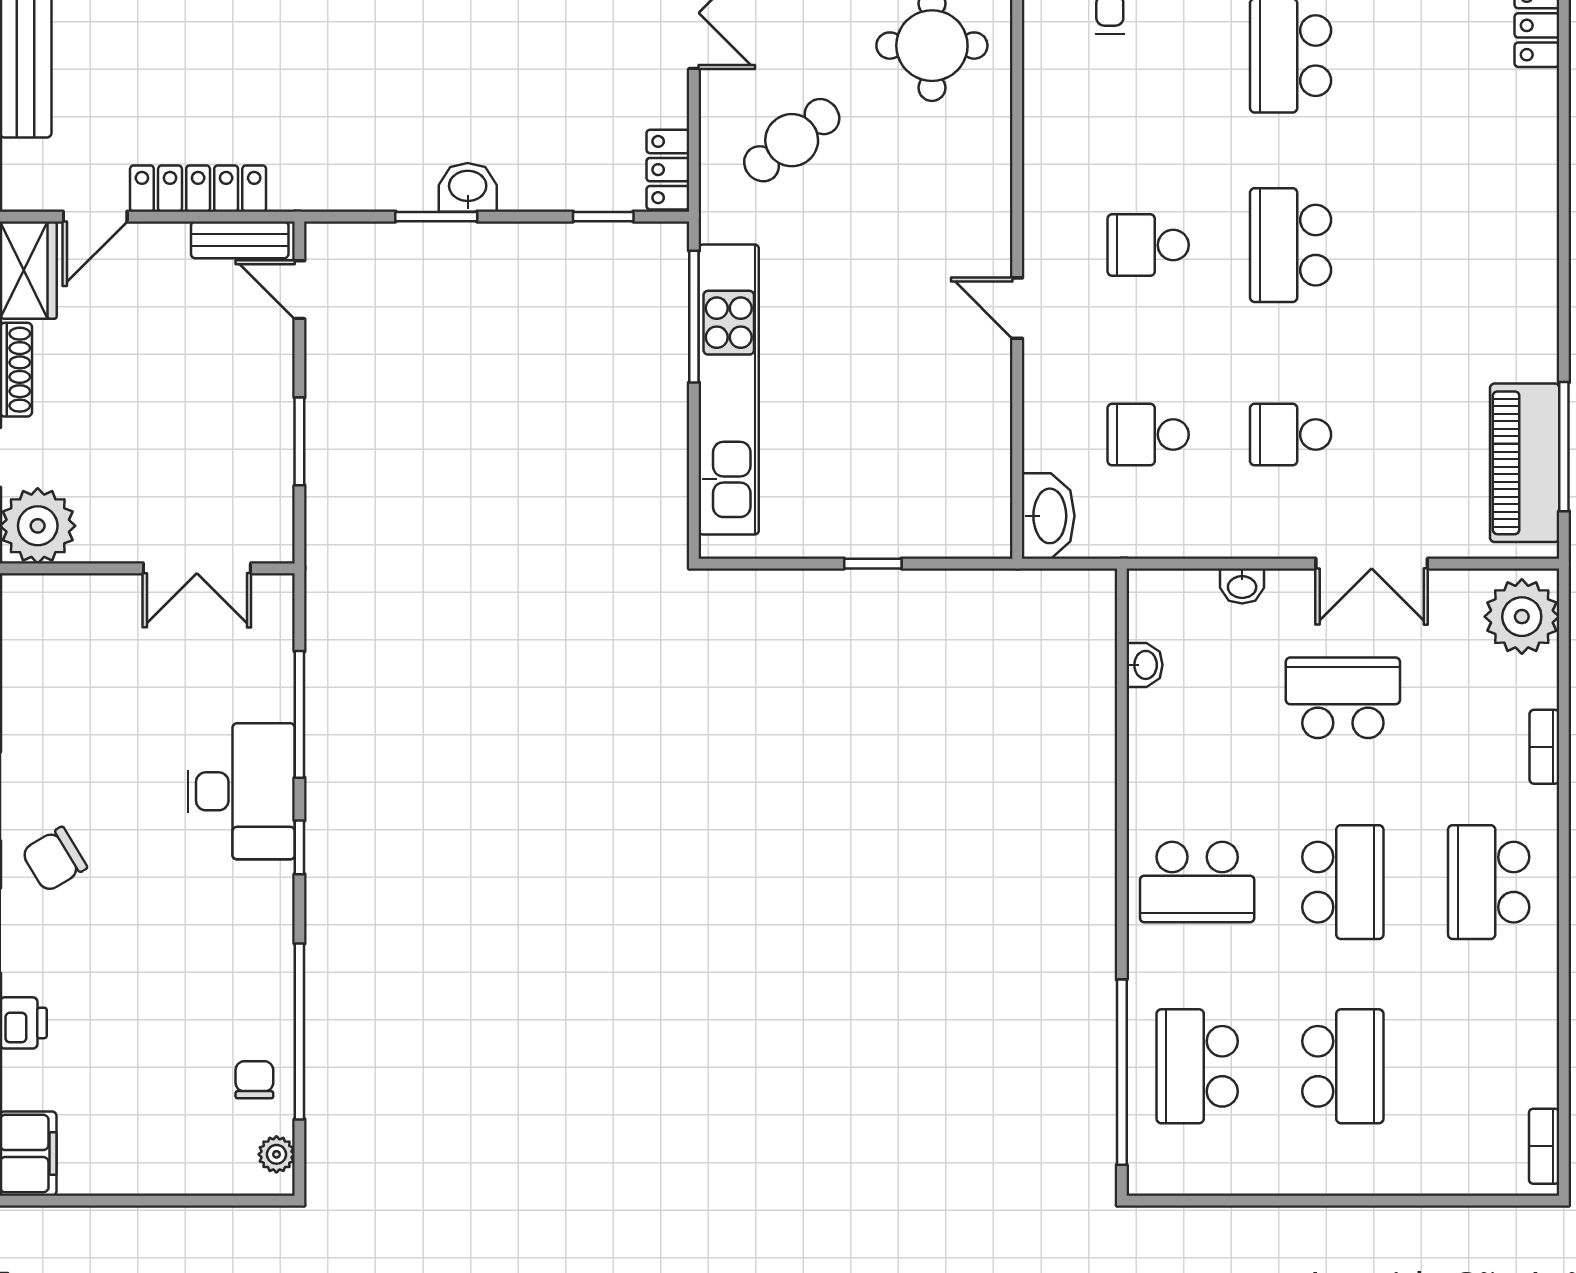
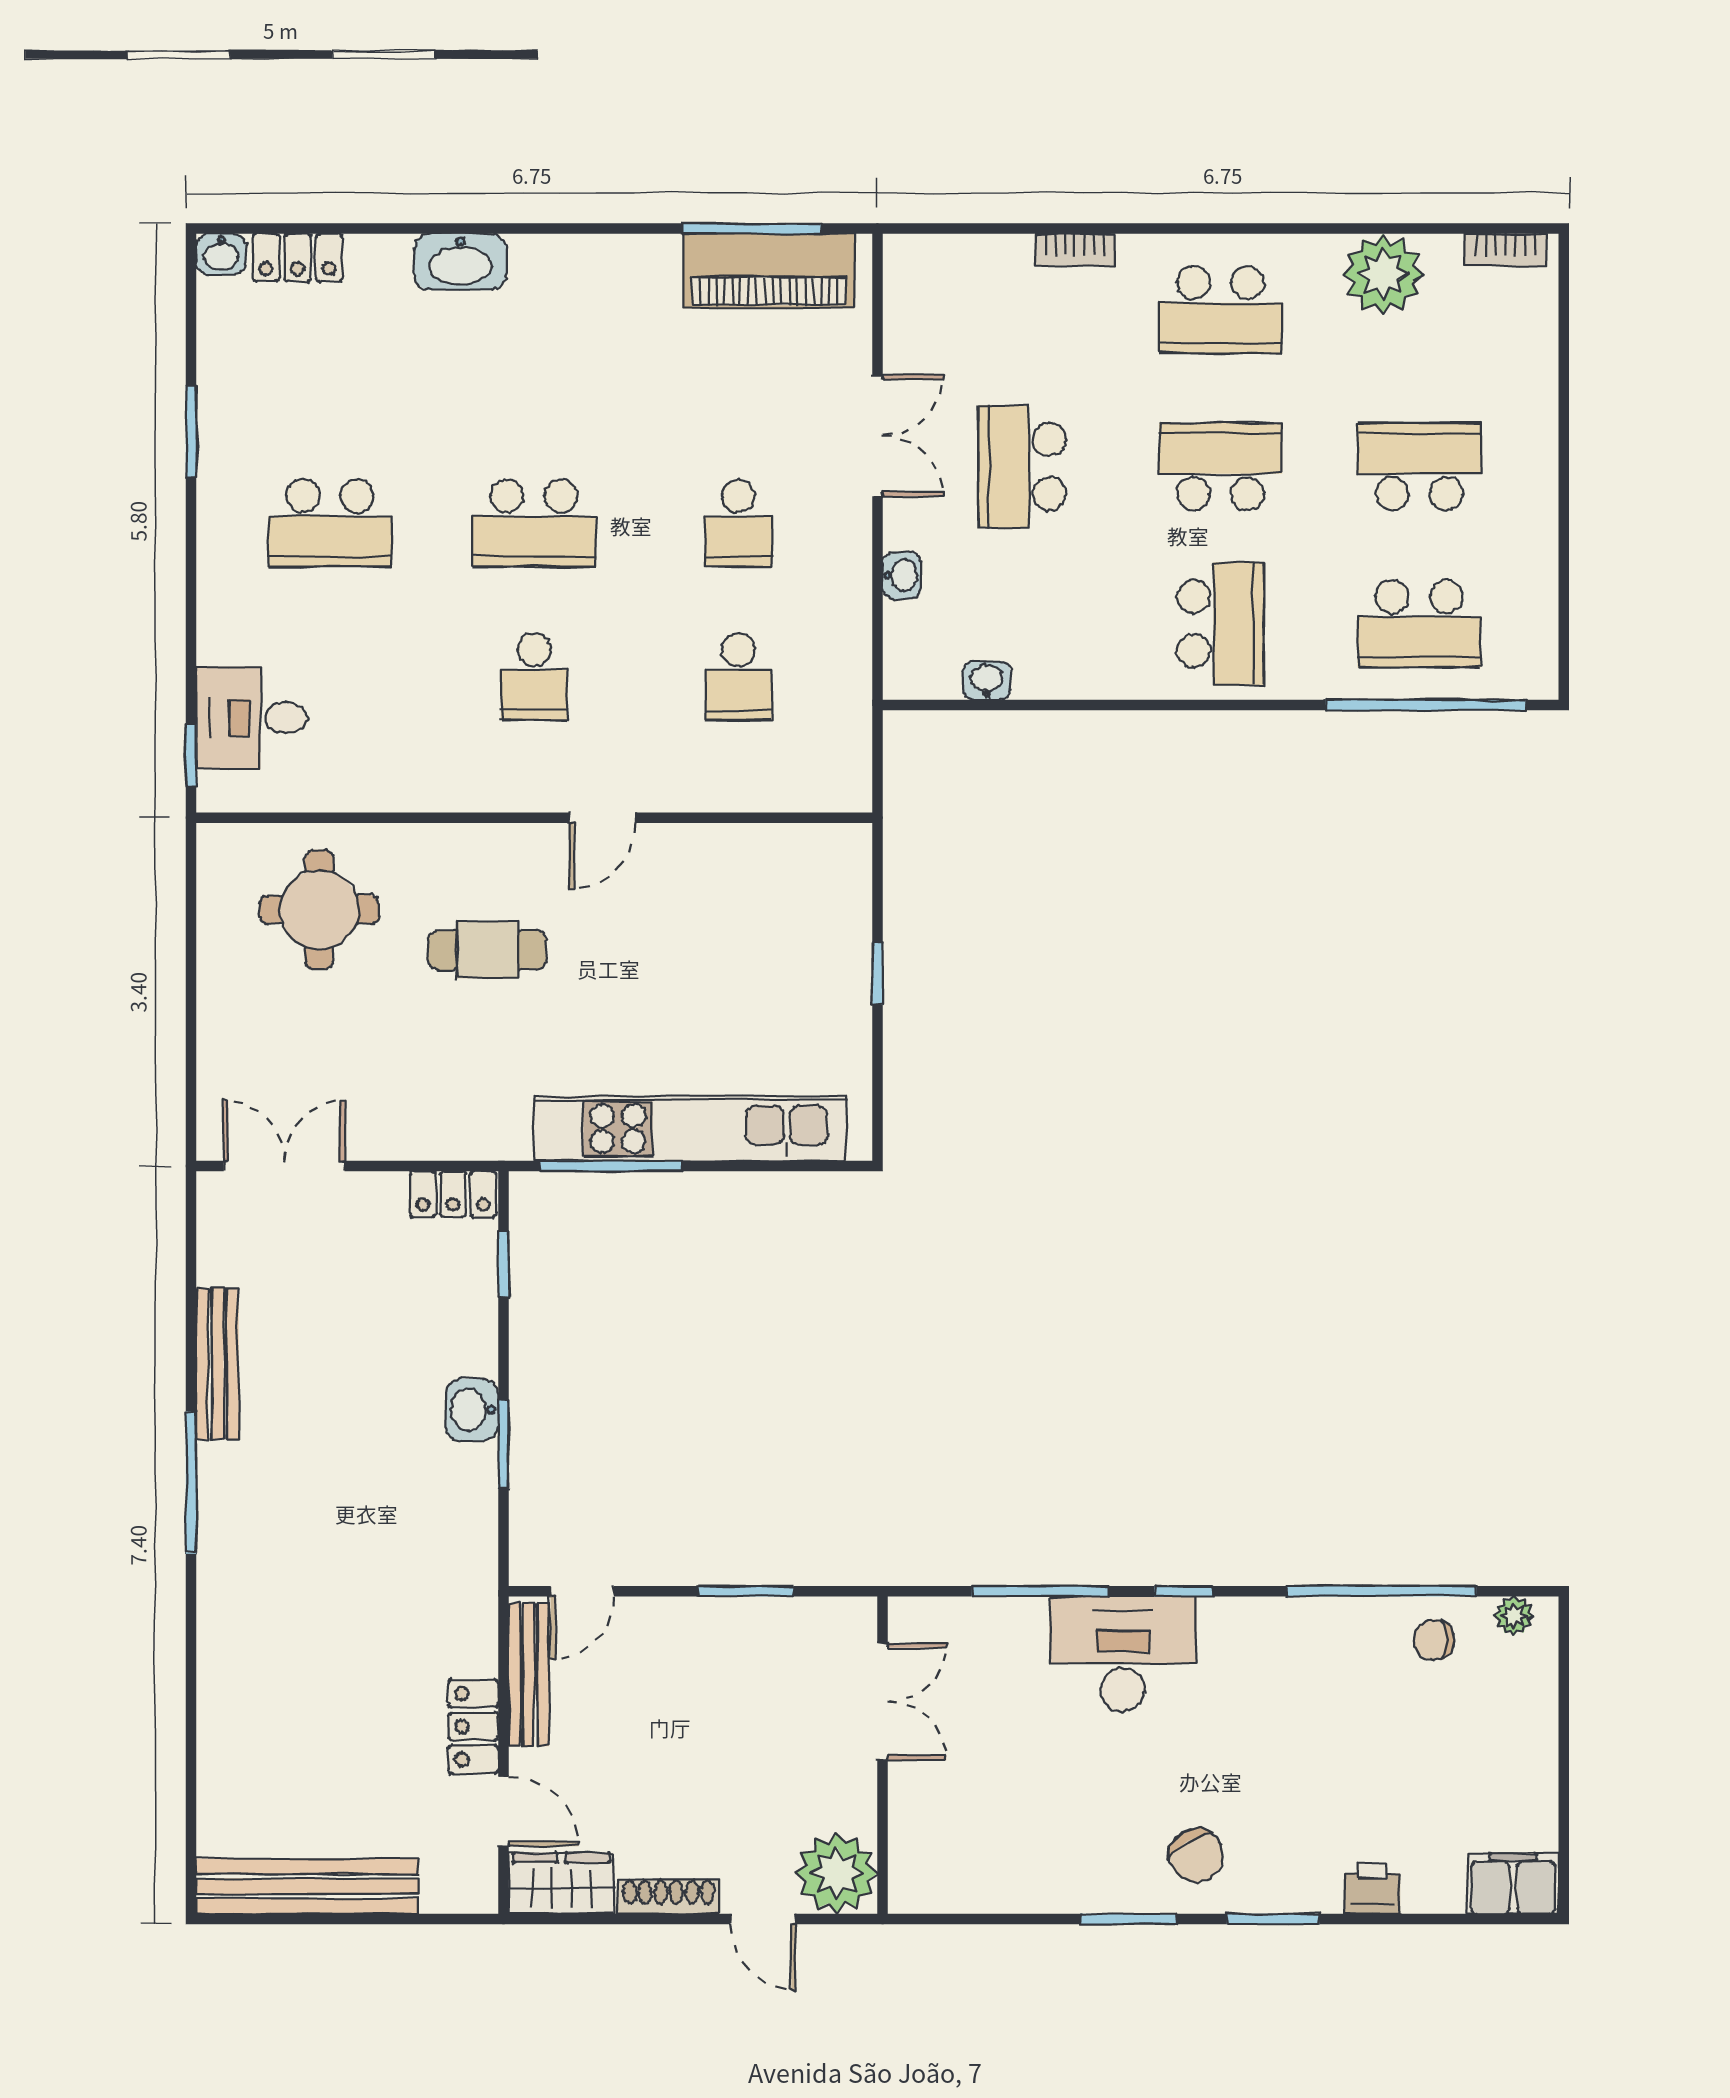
cafe table: (792, 140) -> (487, 950), moved, turned -52
locker: (198, 189) -> (473, 1726), width x0.66
bench: (240, 240) -> (529, 1675), width x1.36
washbasin: (1048, 516) -> (460, 262), moved, turned 180
plant: (1522, 617) -> (1383, 274), moved

